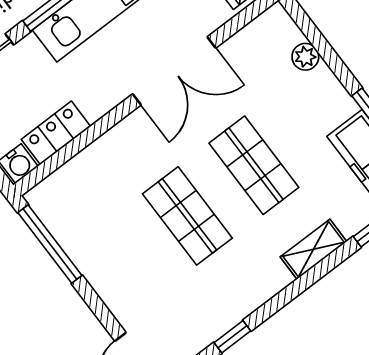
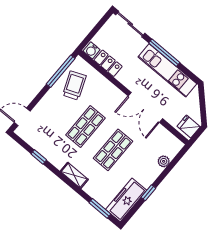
trolley: (89, 220) -> (74, 85), added
shelving: (313, 249) -> (74, 175), moved

